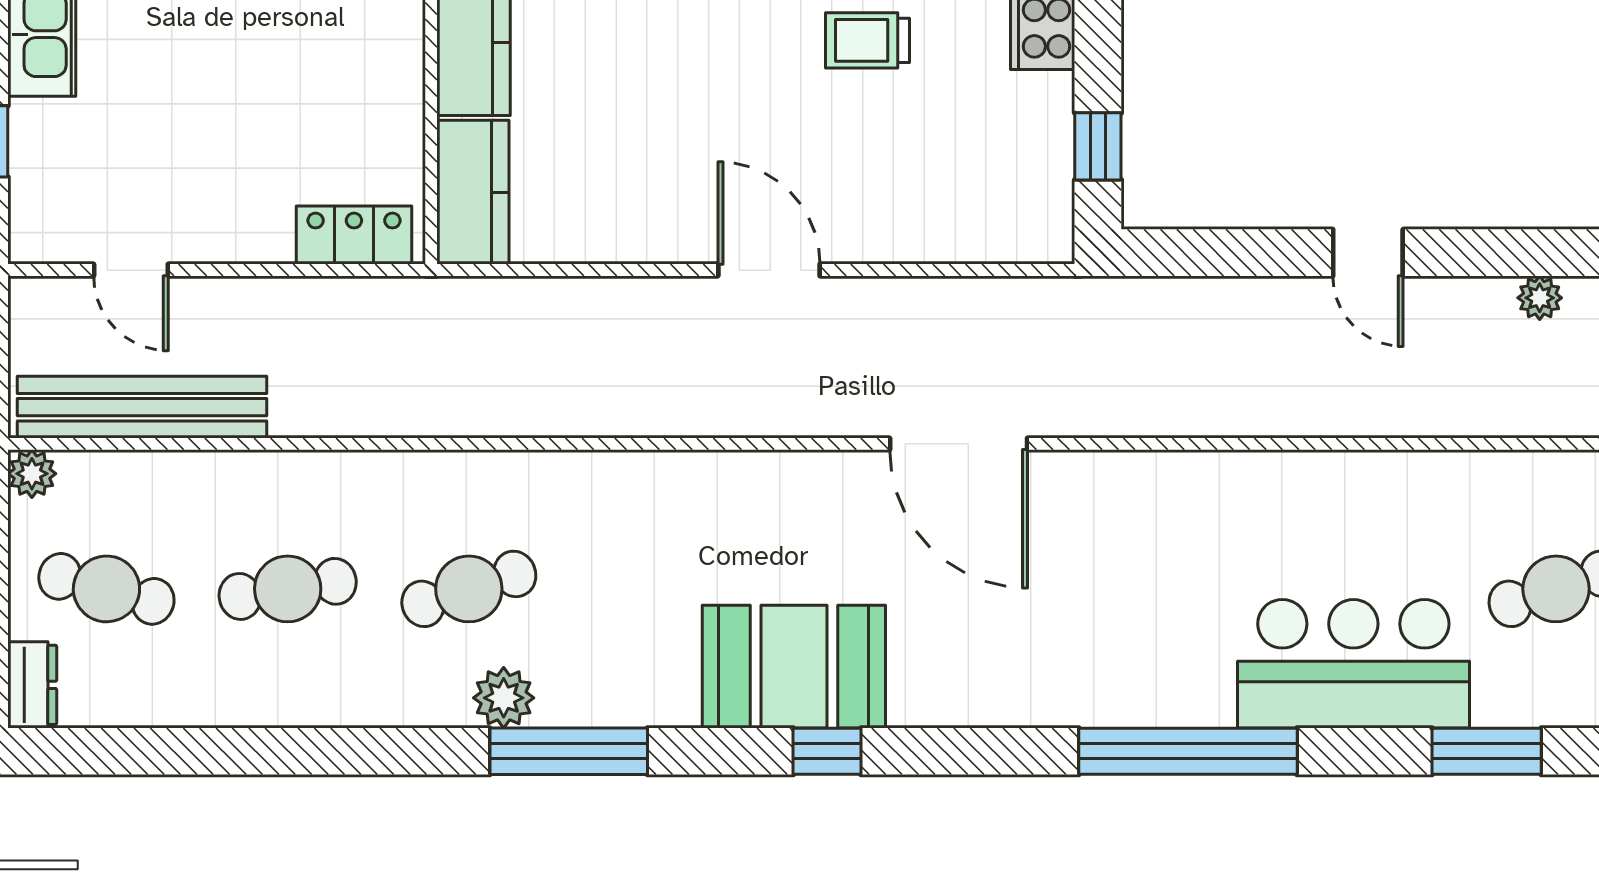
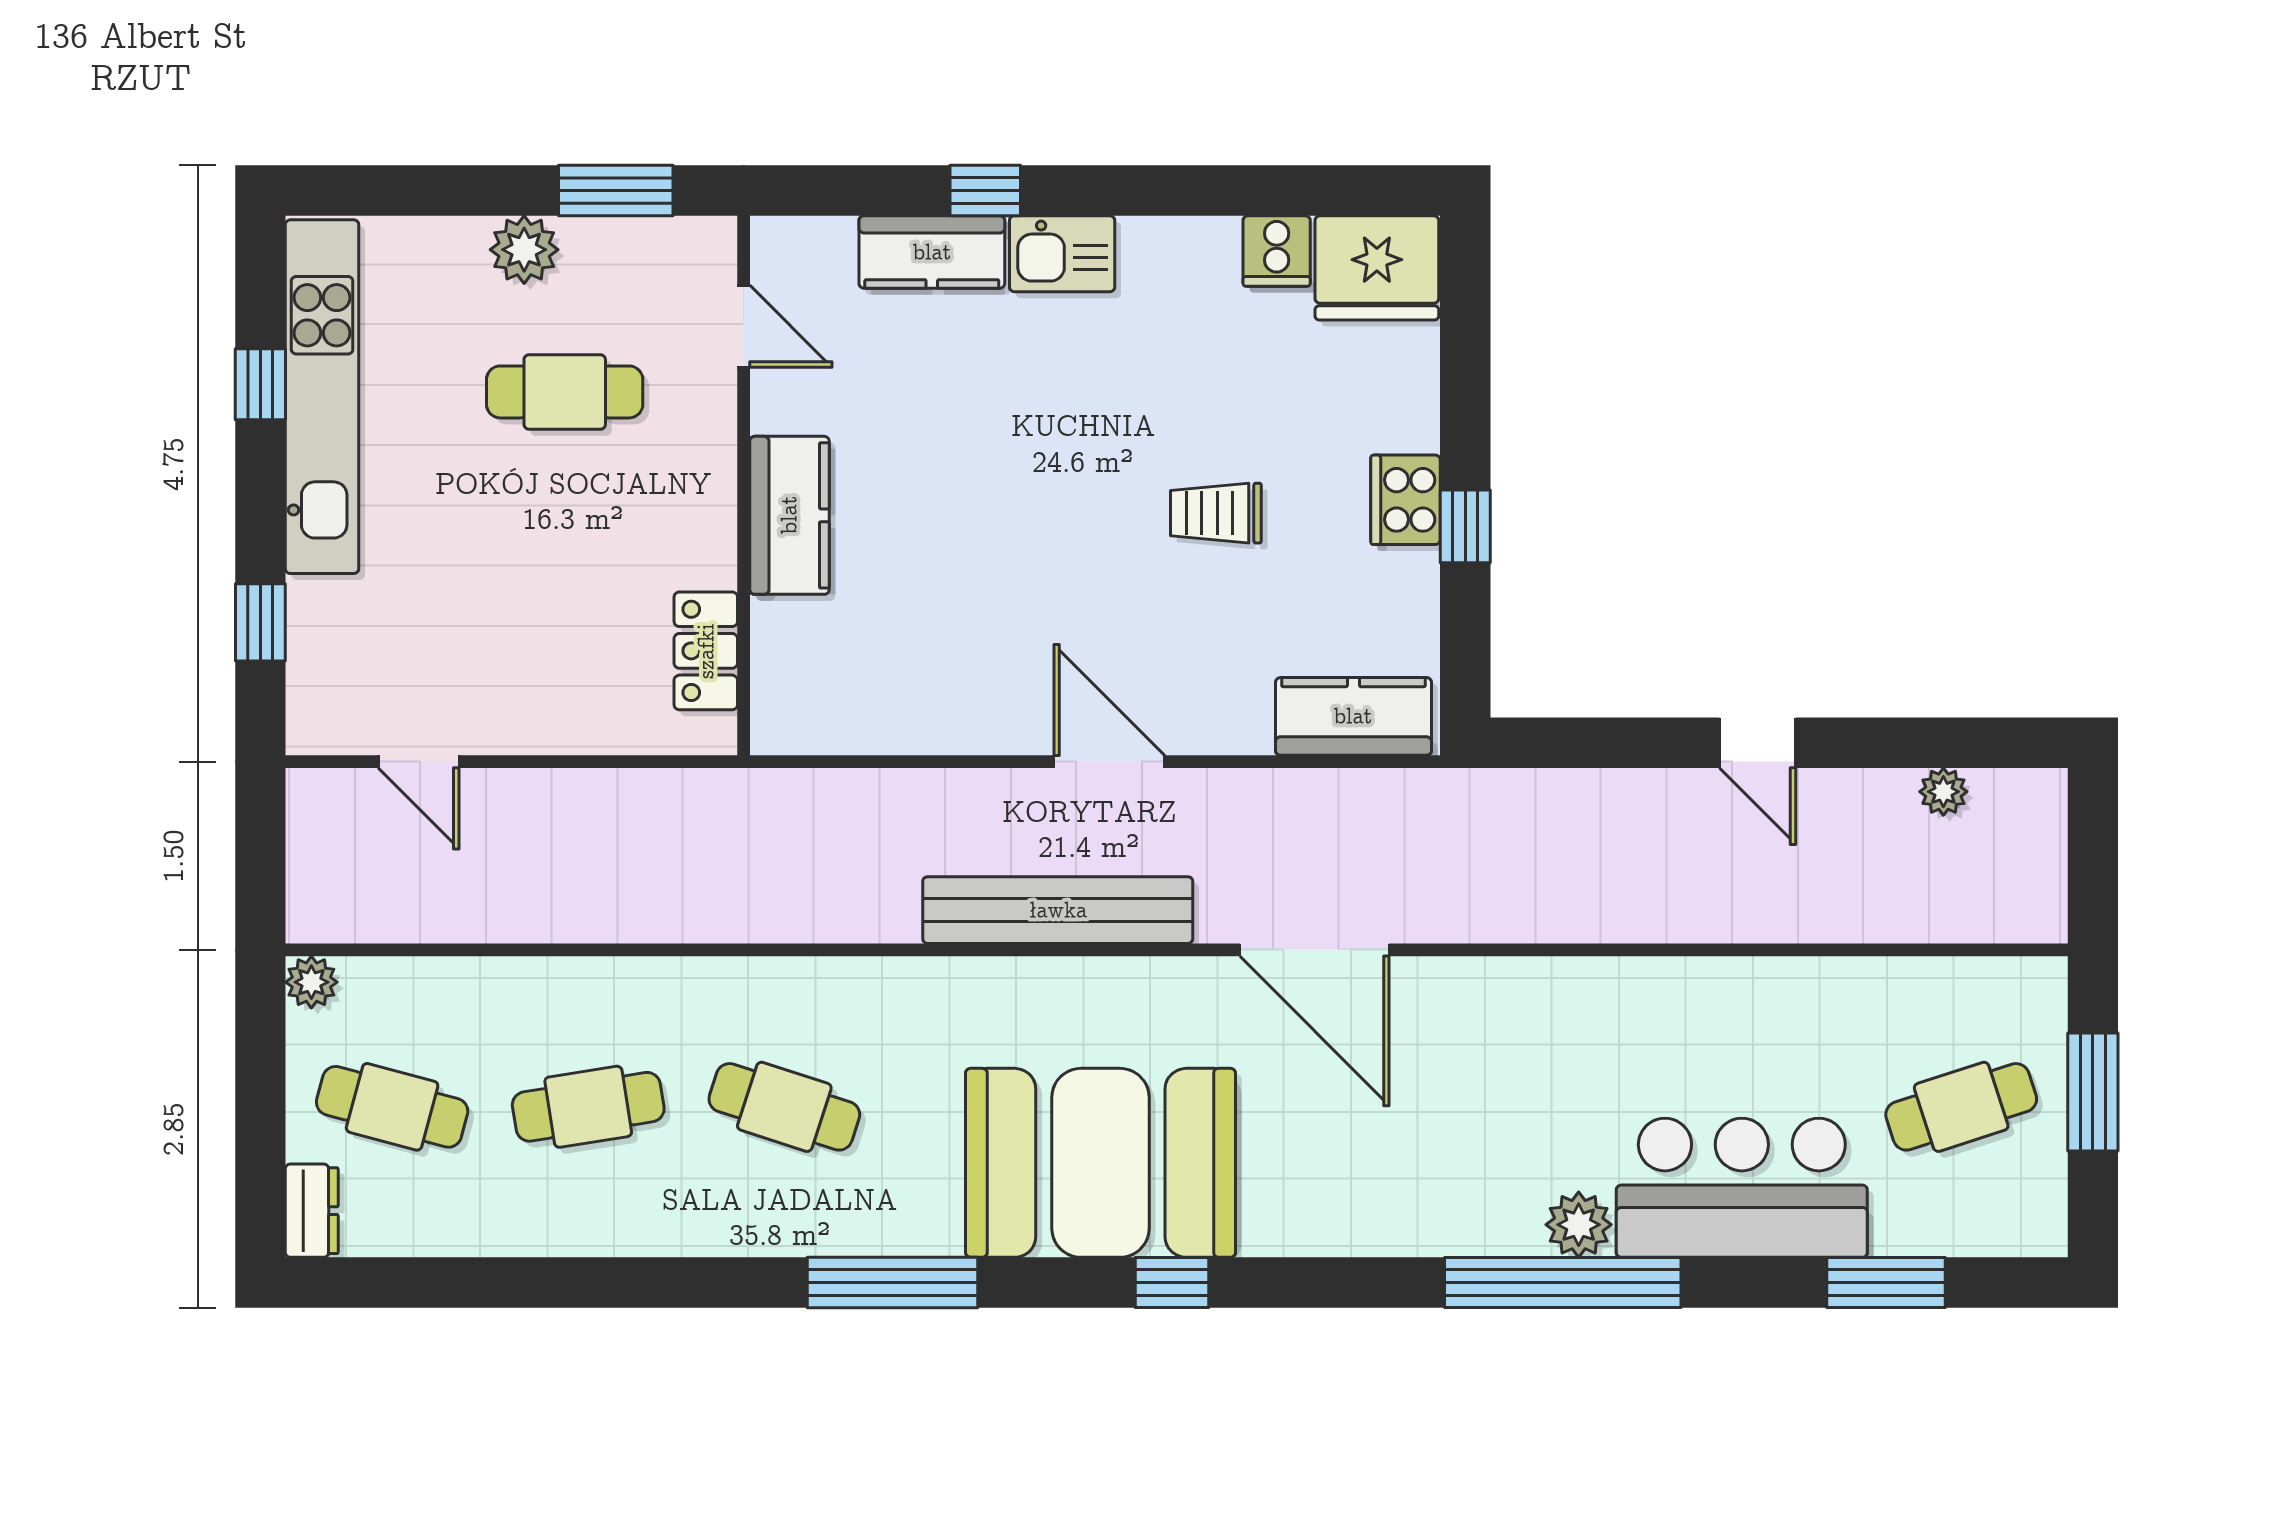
window: (1098, 146) -> (1465, 526), moved
kitchen counter: (473, 192) -> (1353, 716), moved, turned -90
locker: (354, 235) -> (706, 651), moved, turned -90
bench: (142, 407) -> (1058, 910), moved
cafe table: (469, 589) -> (784, 1107), turned 36
booth: (794, 667) -> (1100, 1163), width x1.36, depth x1.42
plant: (504, 698) -> (1579, 1225), moved

